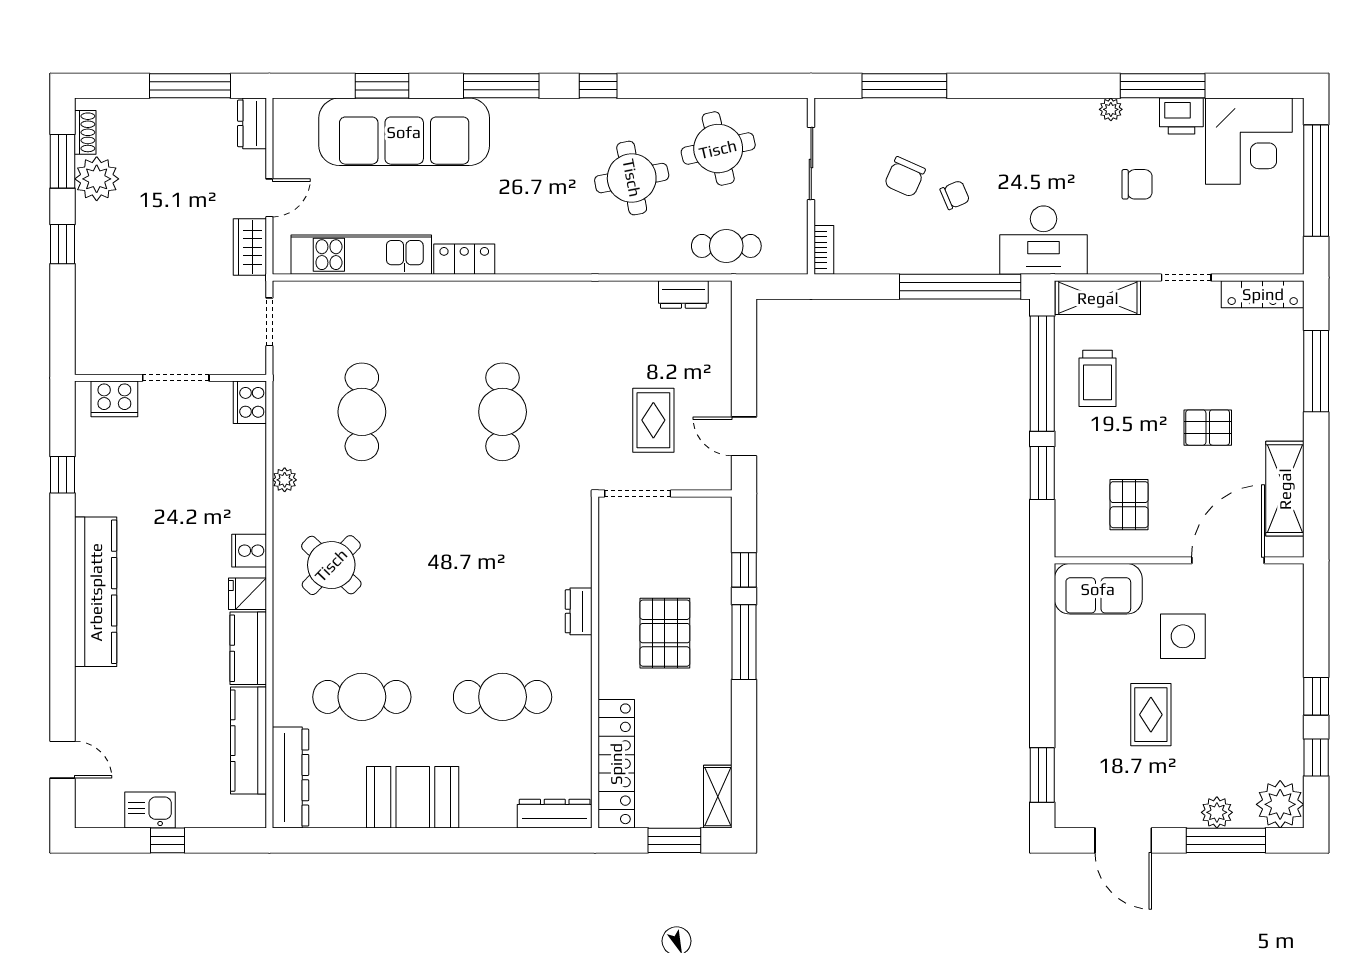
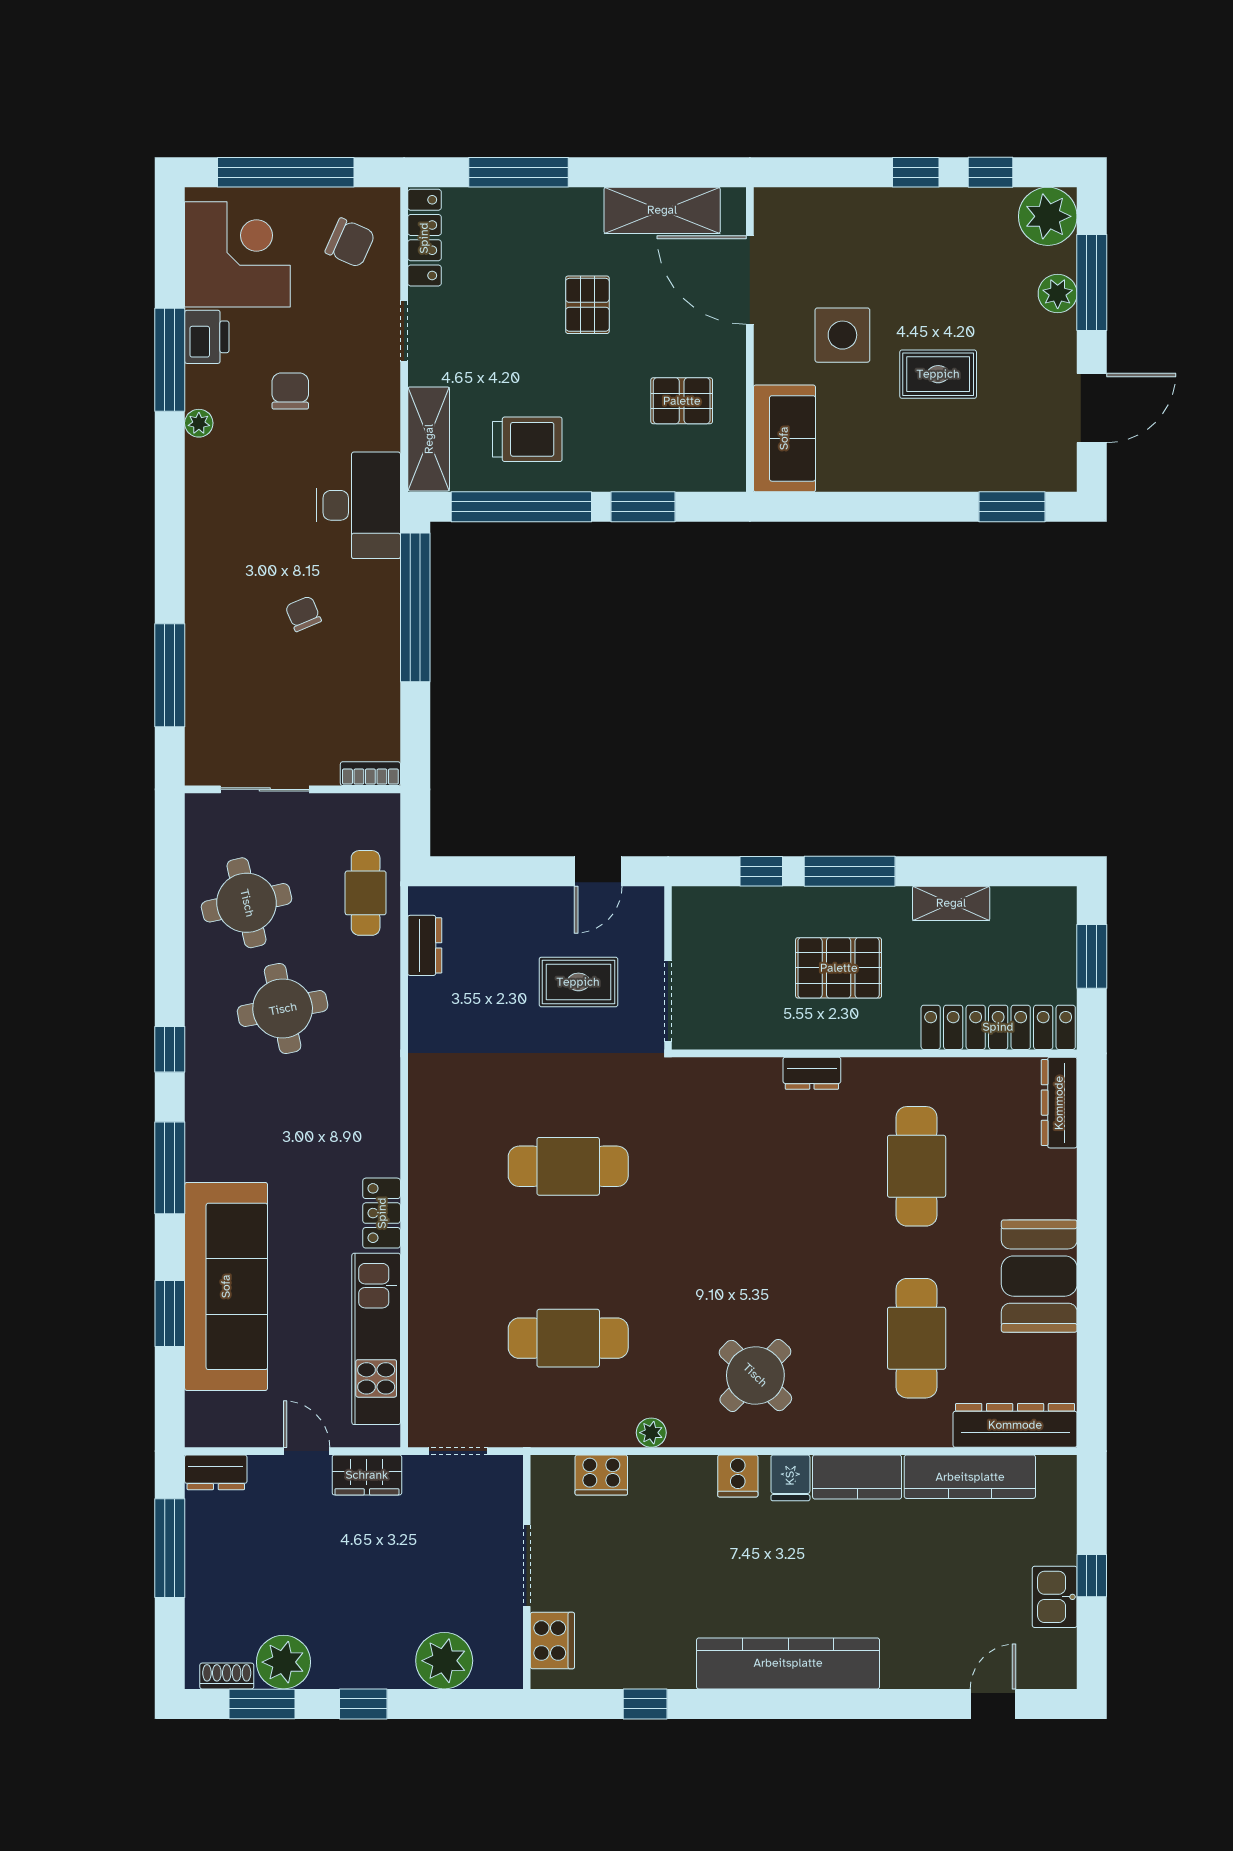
chair: (905, 177) -> (350, 243), moved
plant: (98, 310) -> (444, 1661), added
cooker: (250, 402) -> (601, 1475), moved
shelving: (718, 797) -> (951, 903), moved

